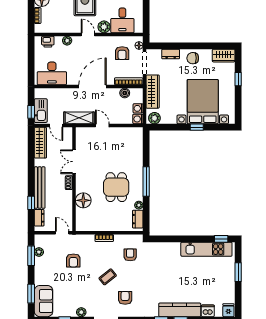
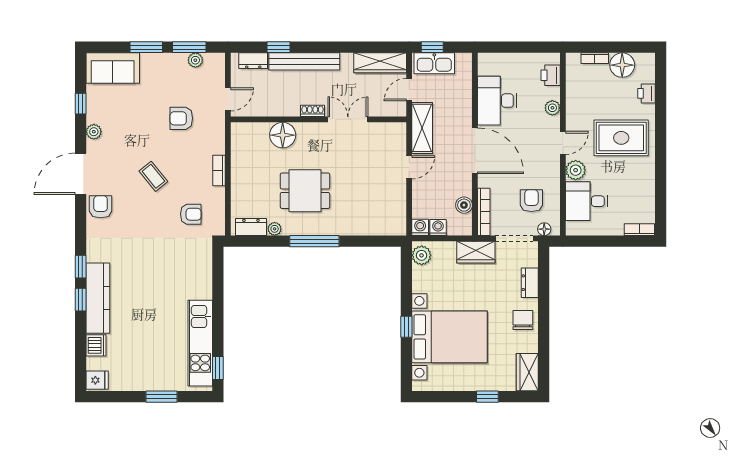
armchair: (122, 53) -> (531, 201), turned 90
desk: (52, 73) -> (497, 101), moved
wardrobe: (153, 92) -> (476, 252), width x0.67
window: (31, 294) -> (146, 47), moved
armchair: (125, 298) -> (101, 207), moved, turned -90

